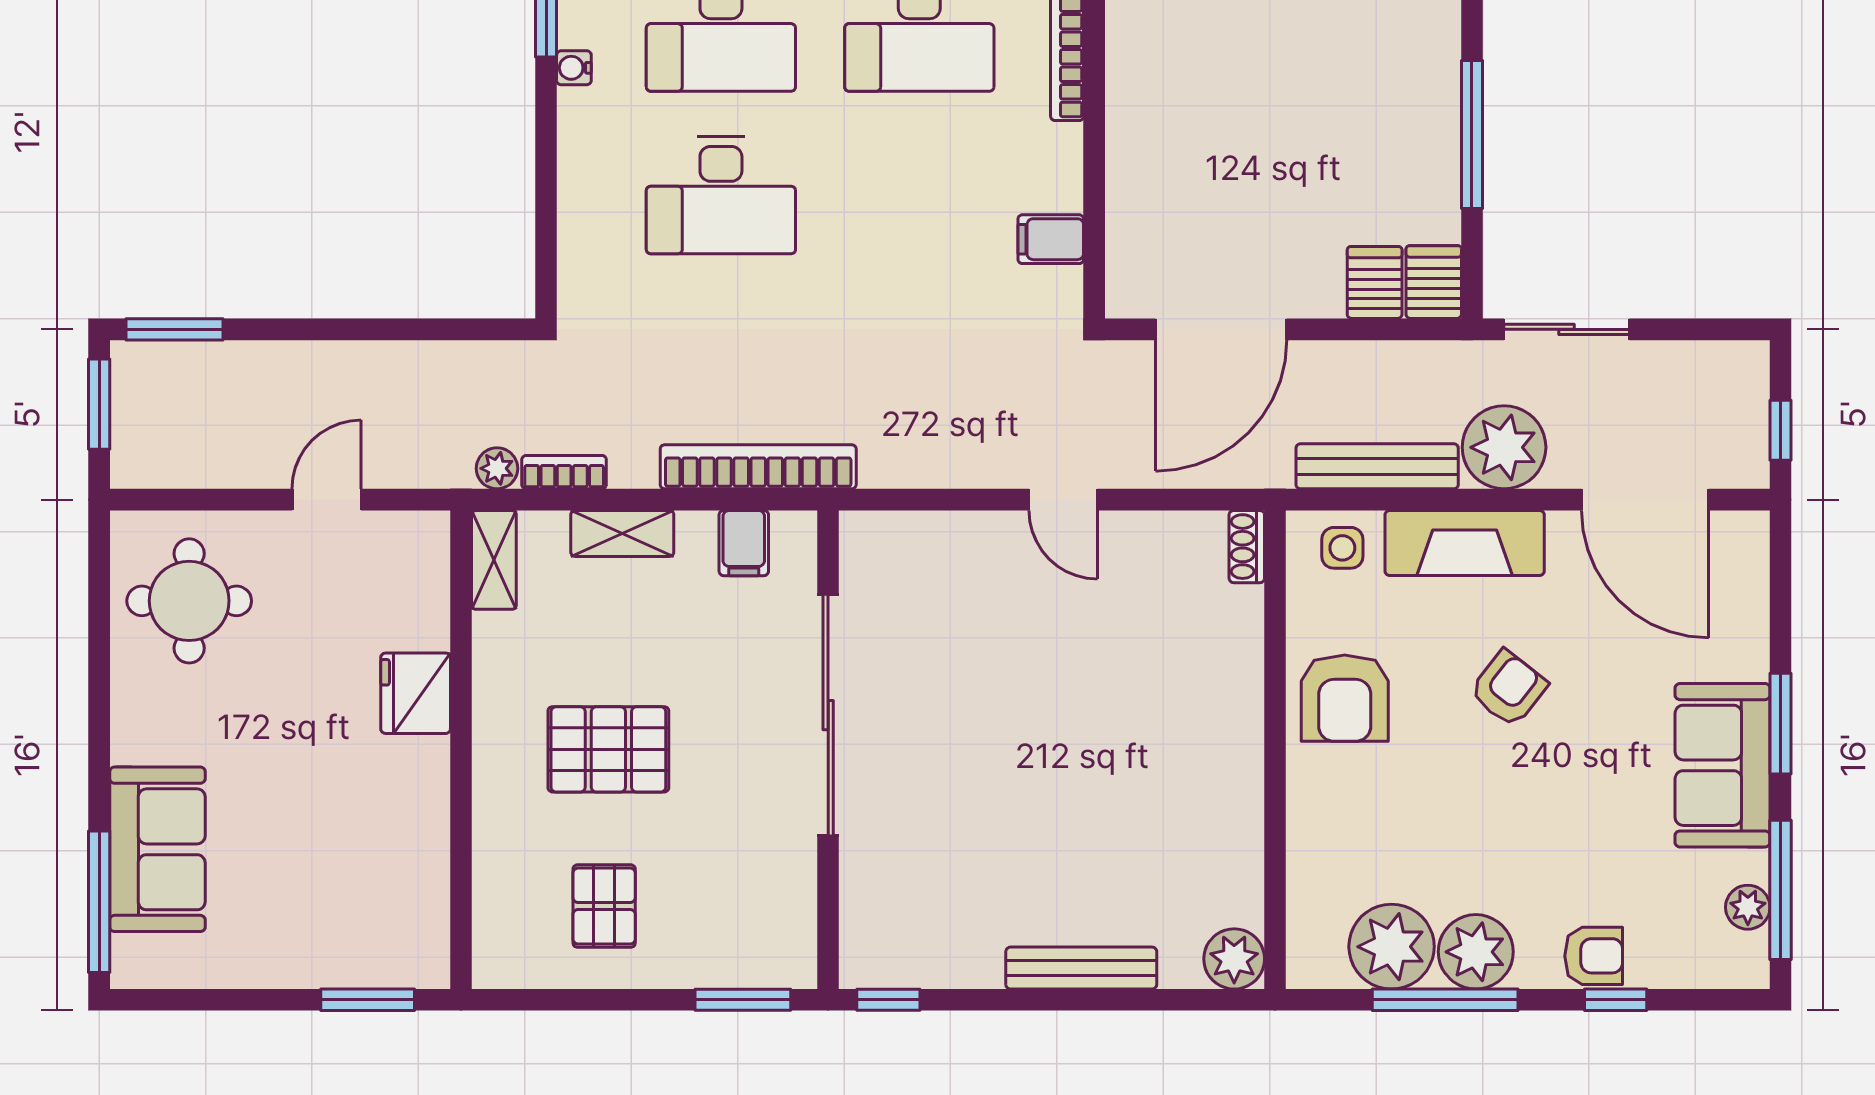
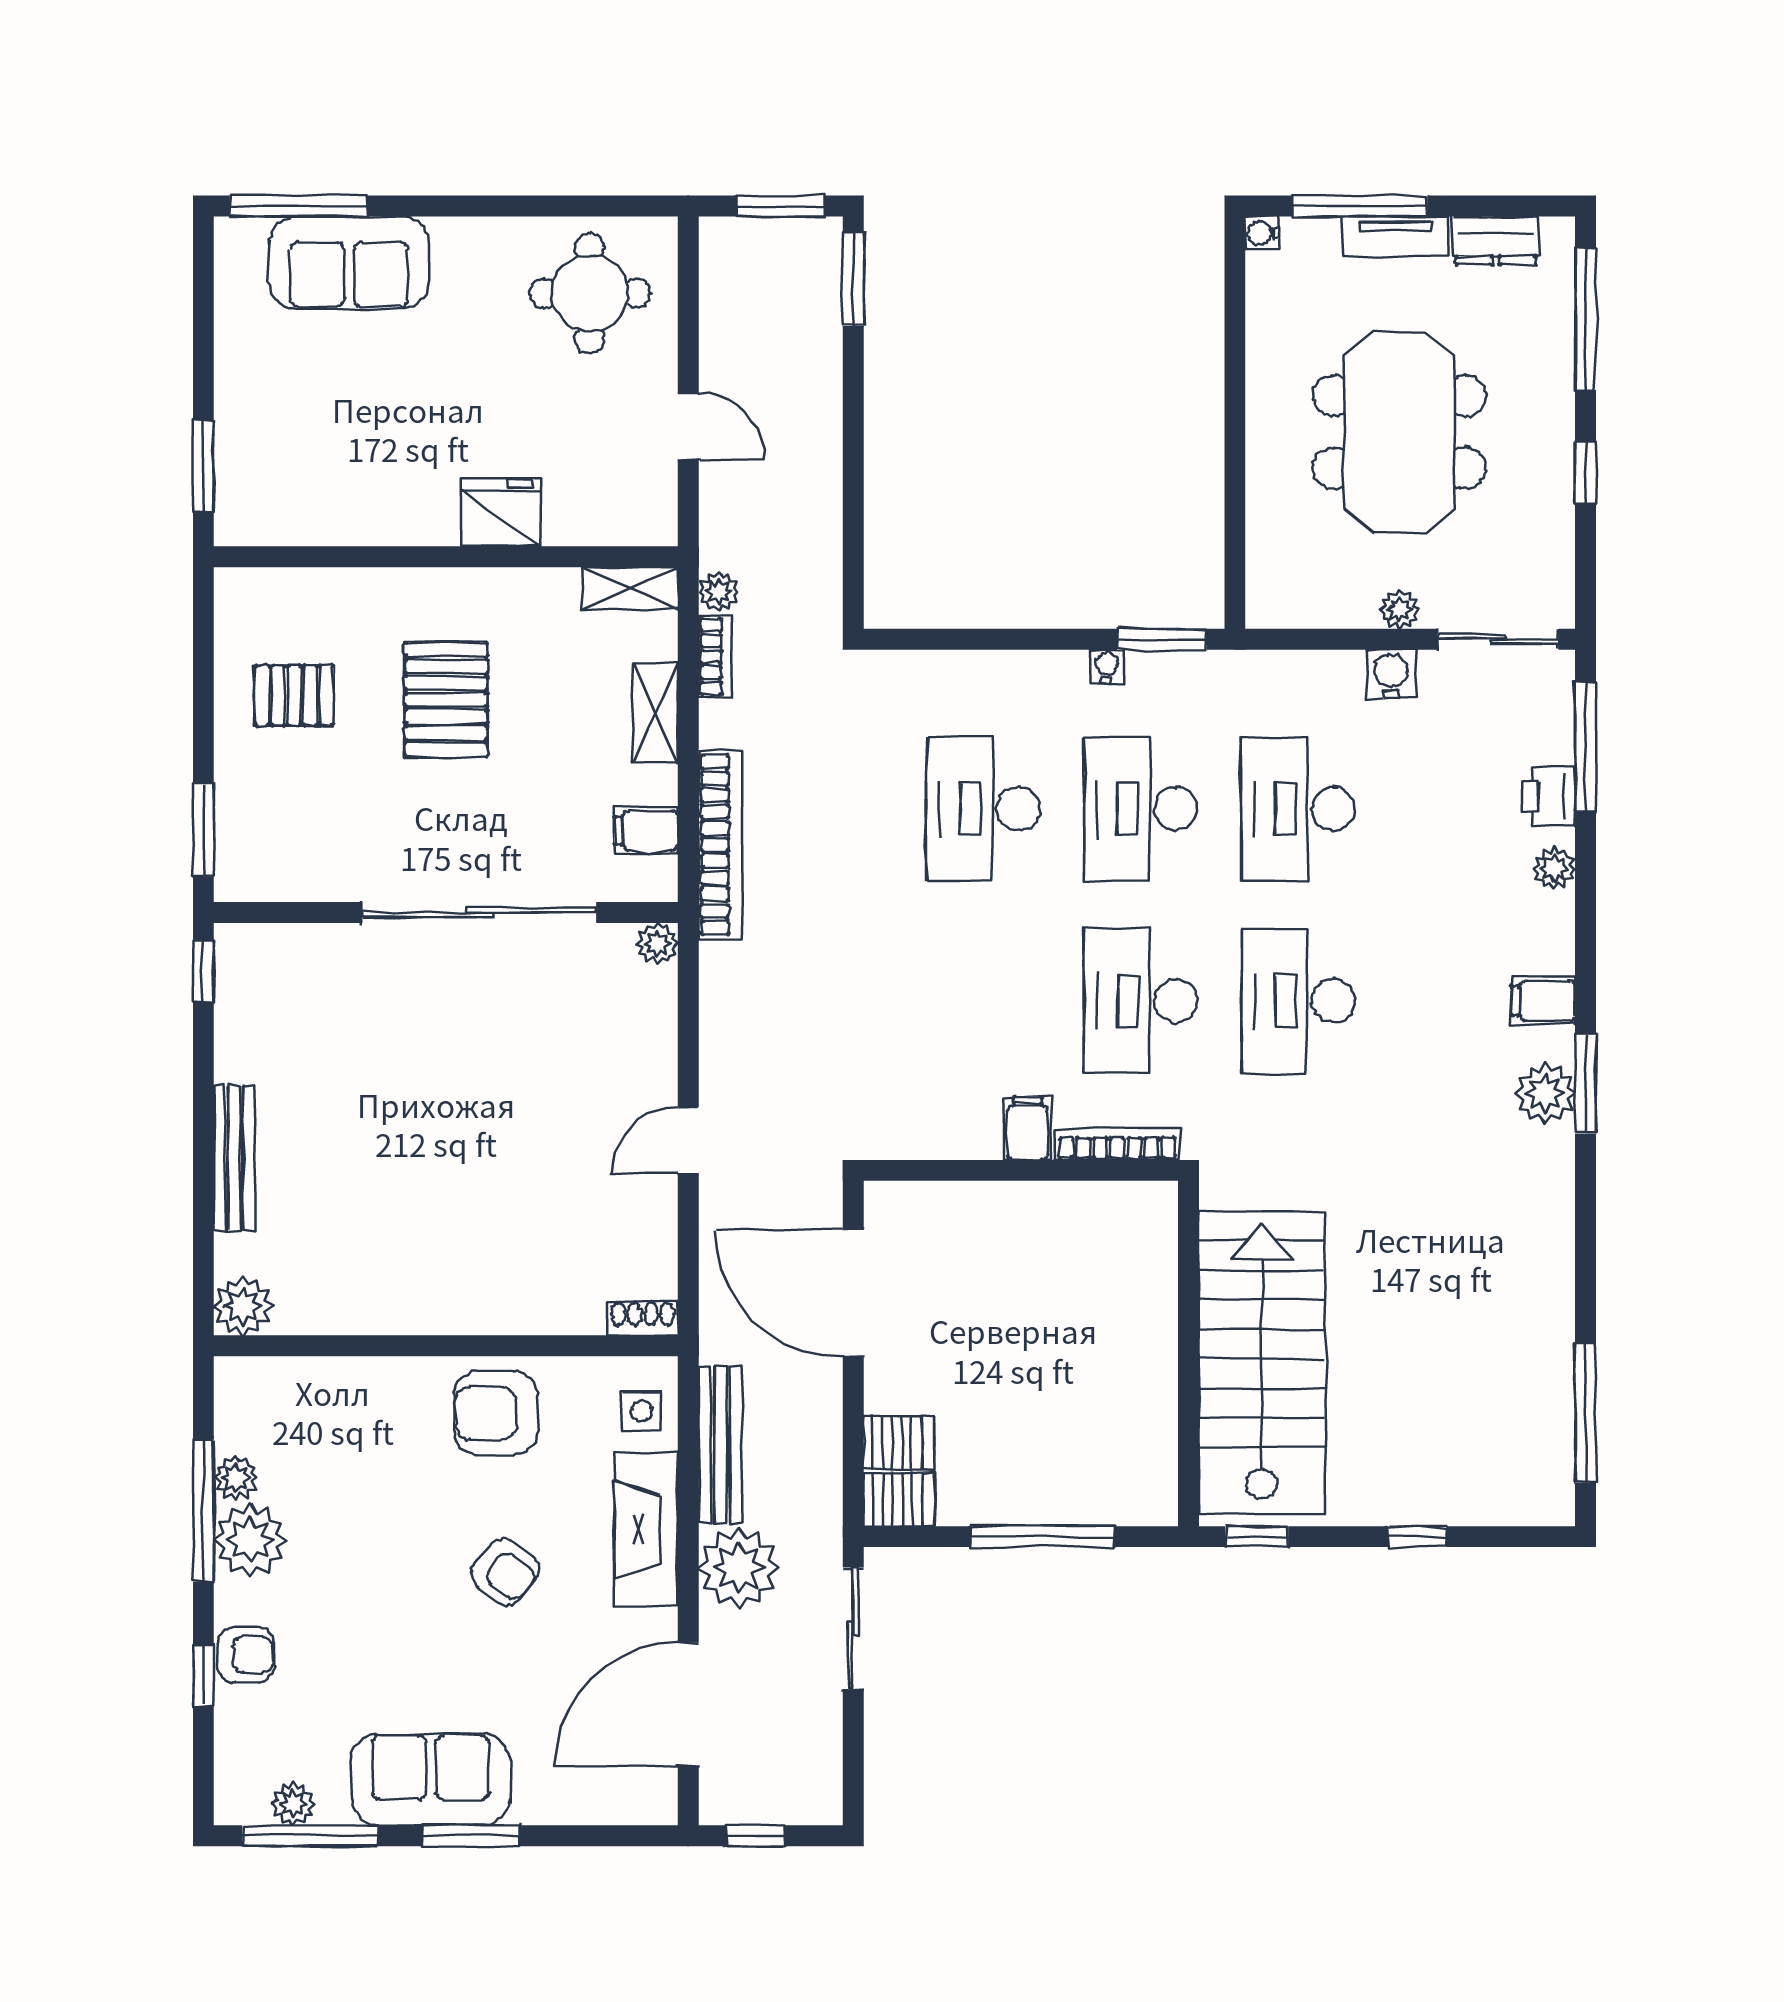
filing cabinet: (1051, 239) -> (1027, 1128), moved
plant: (860, 532) -> (657, 943), added
plant: (1392, 947) -> (236, 1478), width x0.53, depth x0.53
armchair: (1594, 956) -> (246, 1655), turned -90

